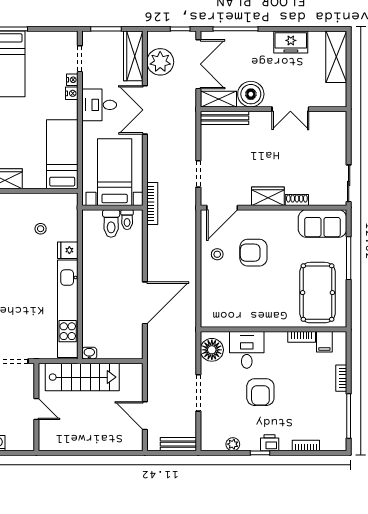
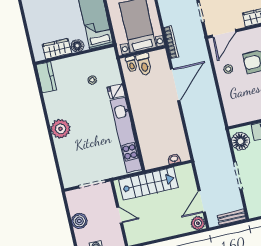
floor lamp: (31, 181) -> (77, 46), added
toilet: (127, 220) -> (131, 64), moved
door: (145, 303) -> (175, 85), moved
washbasin: (89, 353) -> (174, 159), moved
door: (145, 416) -> (202, 202), hinge flipped
plant: (134, 442) -> (198, 223), added

